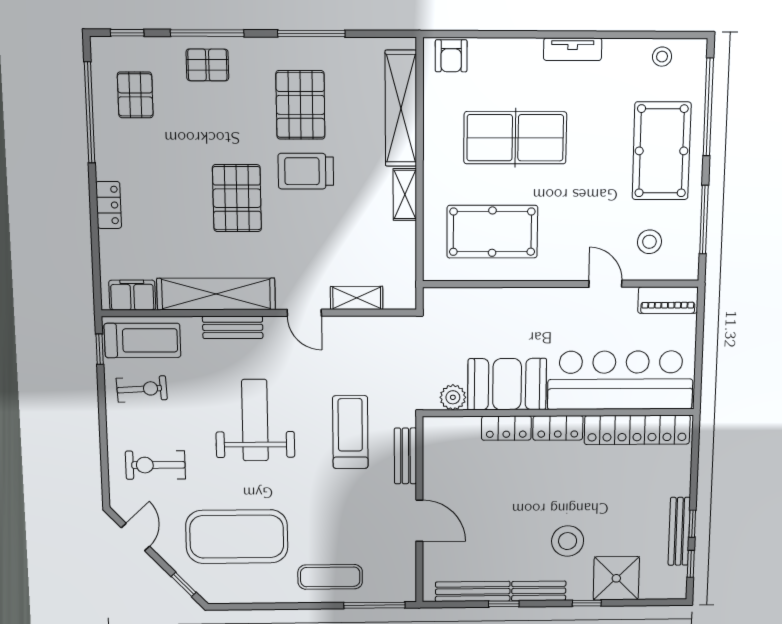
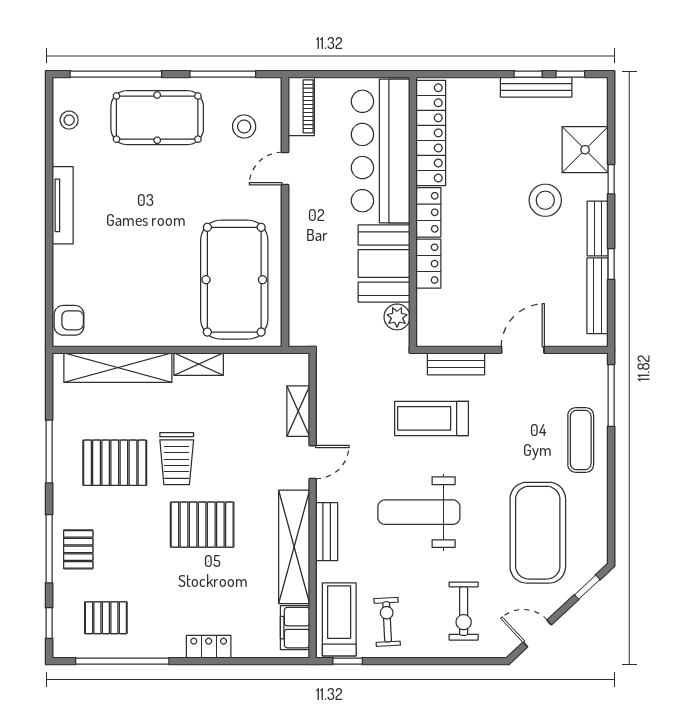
tv unit: (573, 49) -> (63, 205), width x1.41
table tennis table: (515, 138) -> (145, 259), removed
pool table: (492, 232) -> (234, 280), width x1.36, depth x1.32

